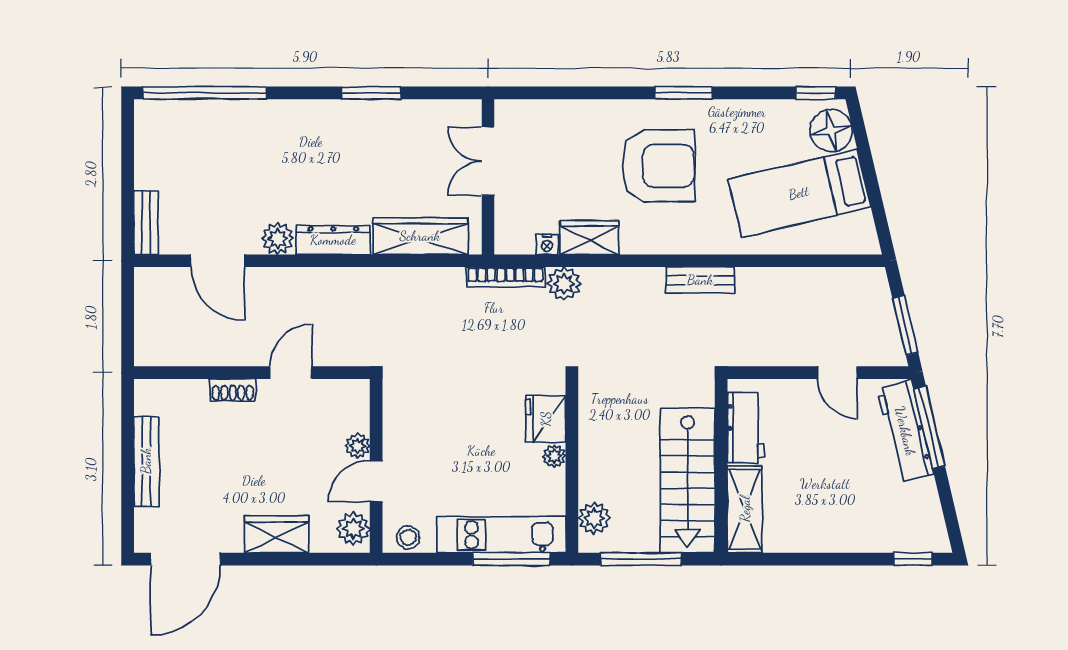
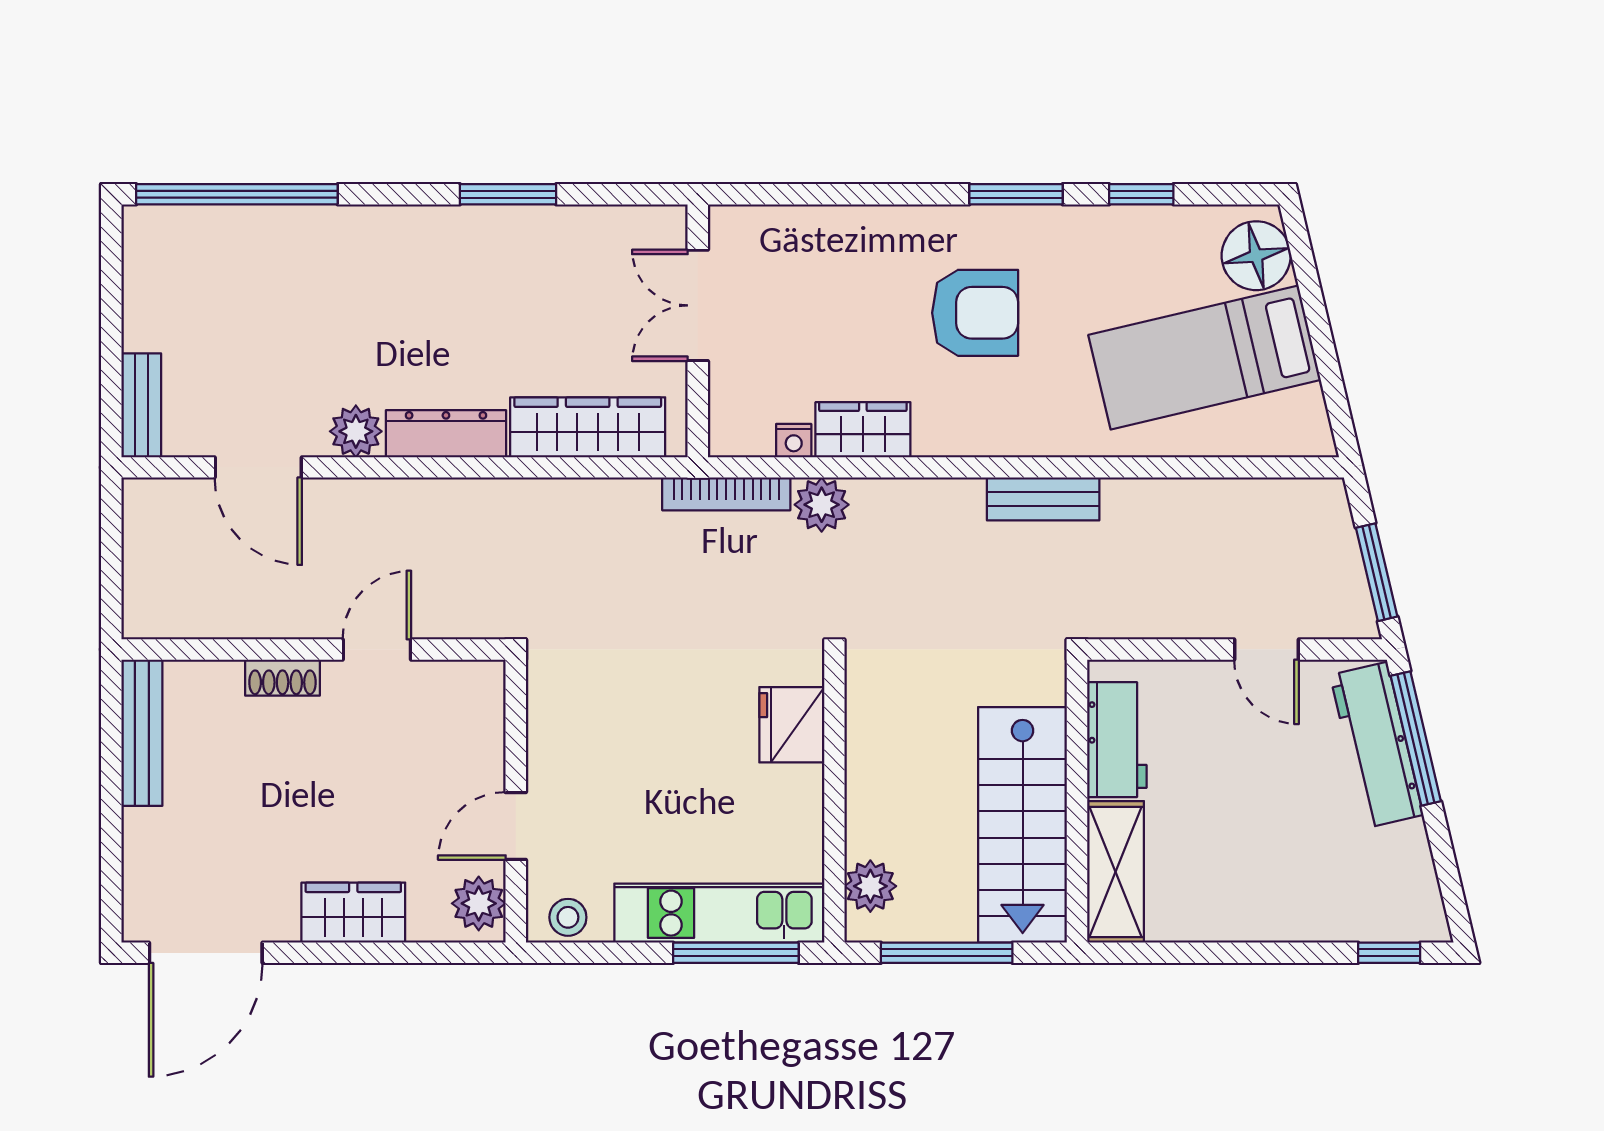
window: (816, 93) -> (1141, 194), moved
armchair: (658, 166) -> (975, 313), width x0.73, depth x0.73
plant: (358, 446) -> (486, 768), removed
plant: (554, 456) -> (805, 785), removed
bench: (146, 461) -> (142, 733), moved

